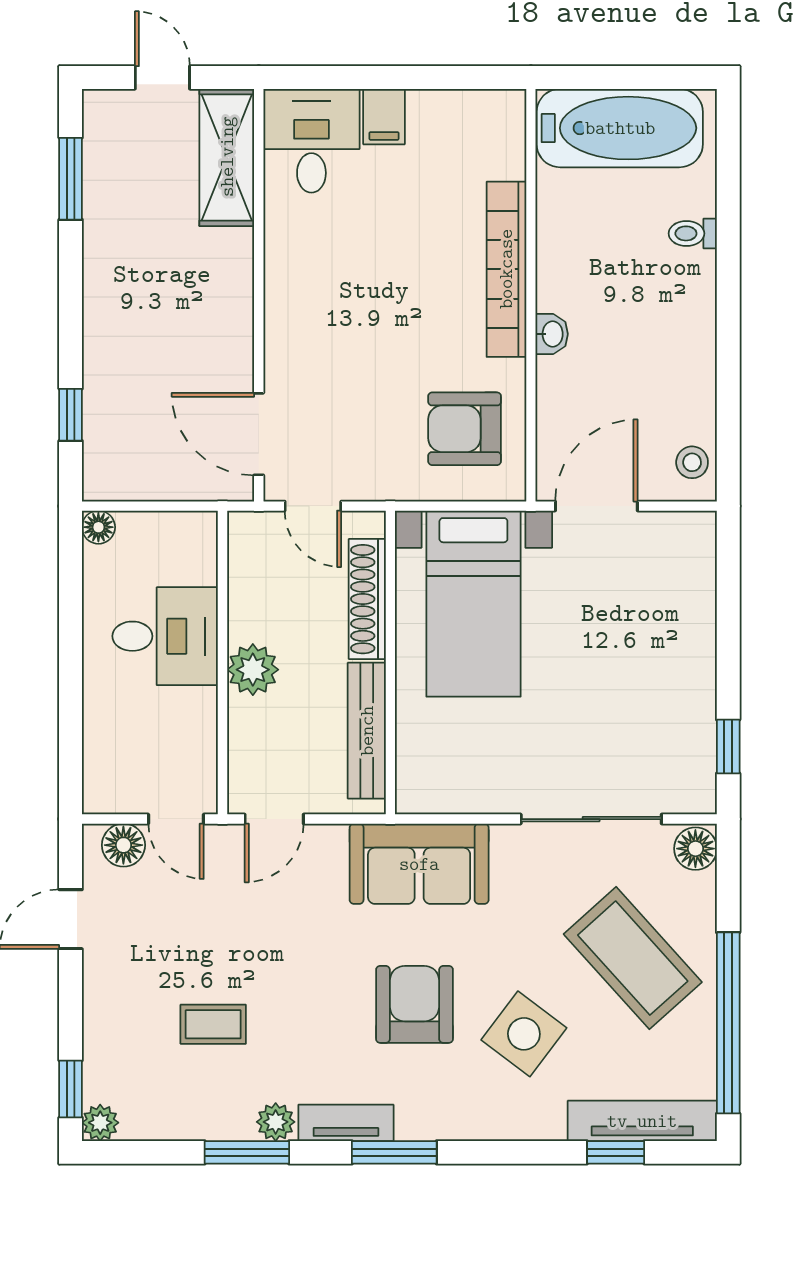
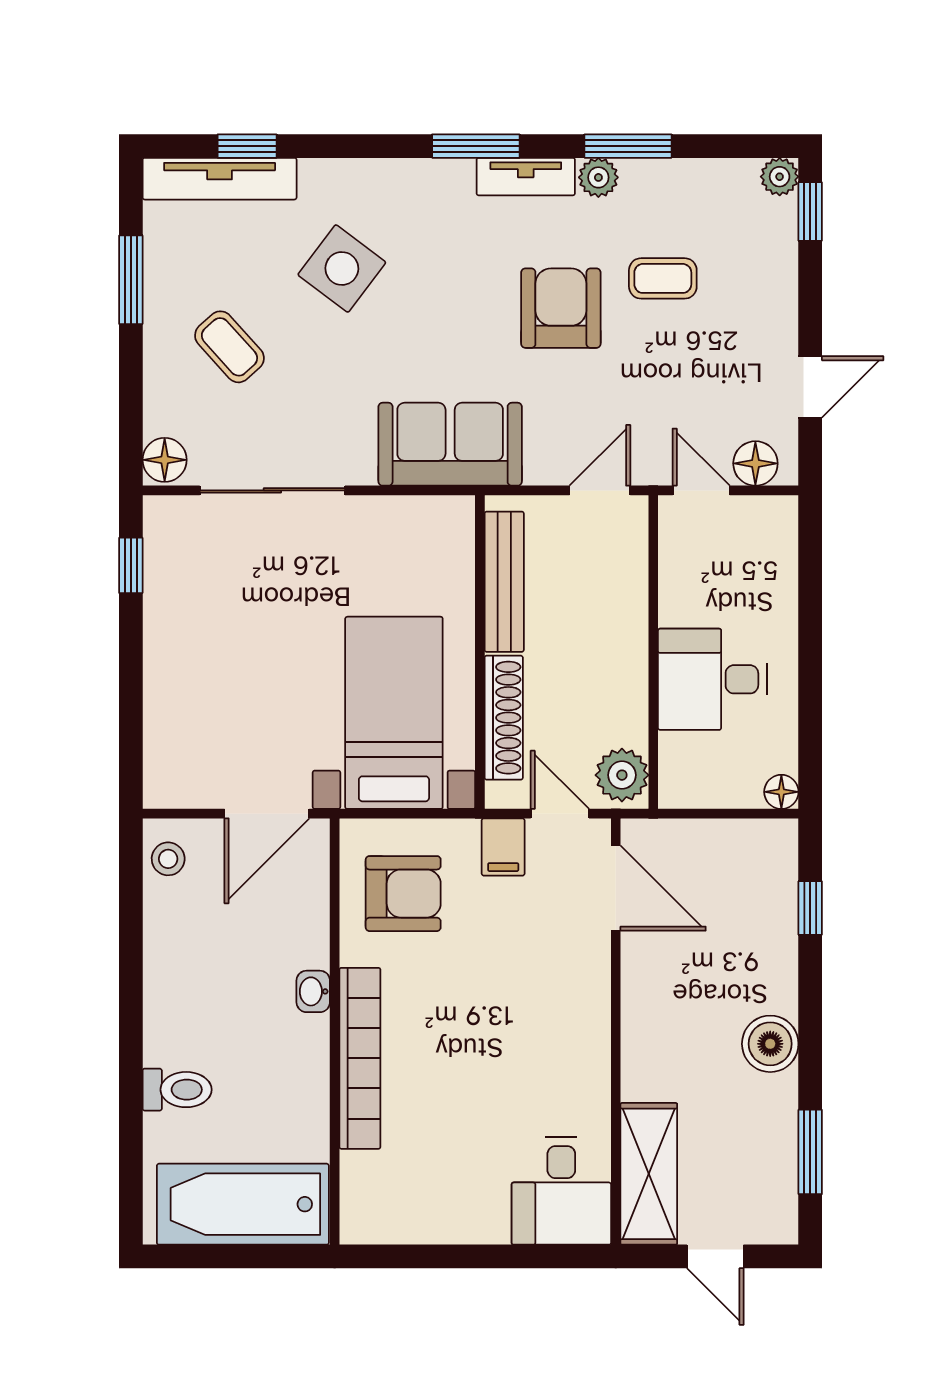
filing cabinet: (384, 117) -> (503, 847), moved, turned 180
toilet: (693, 233) -> (177, 1090), width x1.37, depth x1.39
boiler: (109, 283) -> (770, 1044), added
plant: (253, 670) -> (622, 775), moved
coffee table: (633, 958) -> (229, 347), width x0.54, depth x0.58
armchair: (415, 1004) -> (561, 308), moved, turned 180
window: (728, 1023) -> (131, 280), width x0.47

